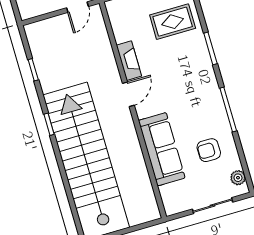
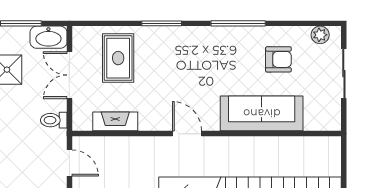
fireplace: (129, 61) -> (115, 121), moved
armchair: (209, 150) -> (278, 59), turned -90

